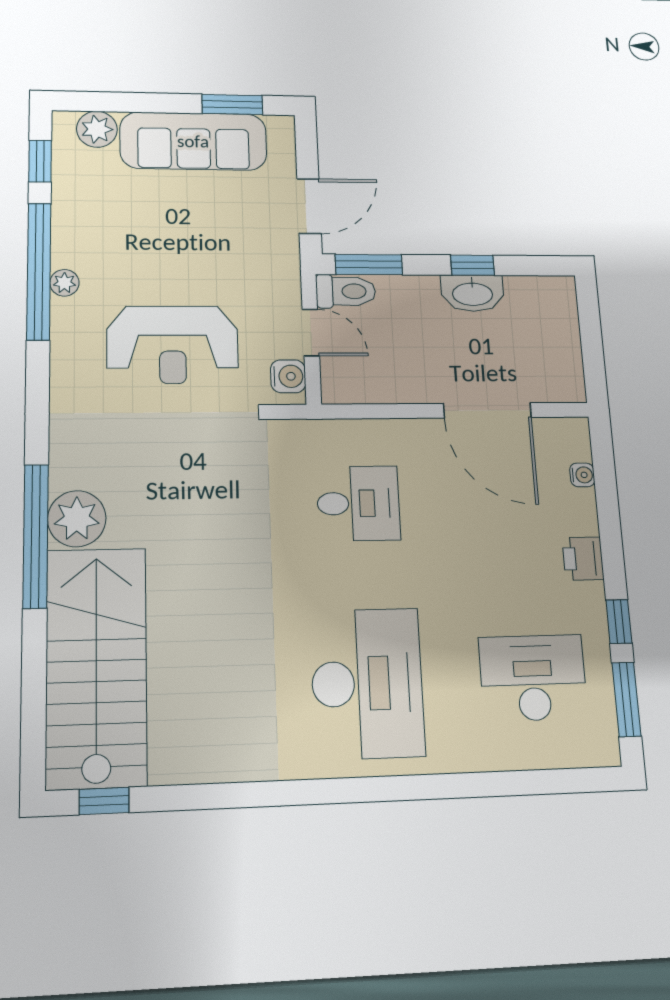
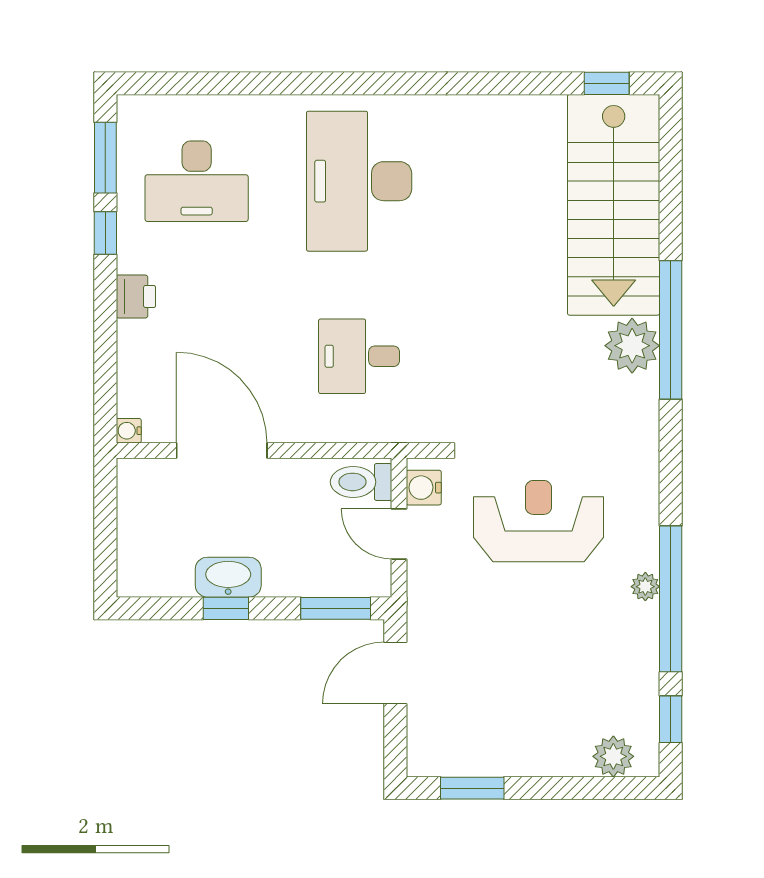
sofa: (193, 141) -> (514, 745), removed
toilet: (346, 291) -> (361, 482), moved
water cooler: (582, 475) -> (129, 431), moved

